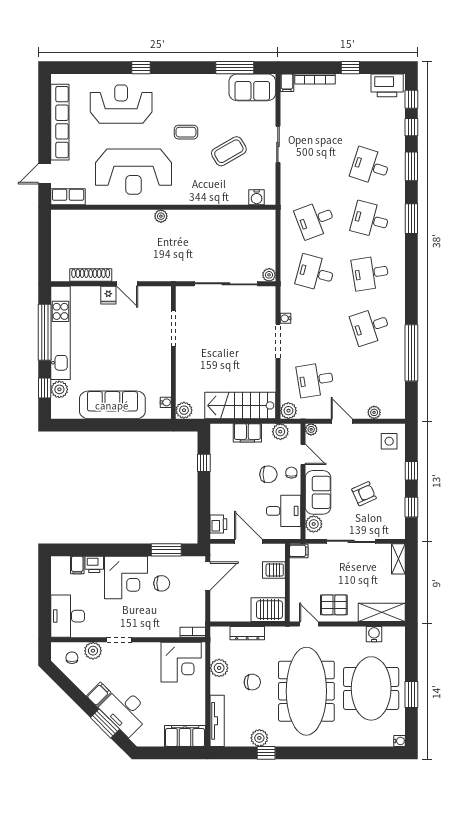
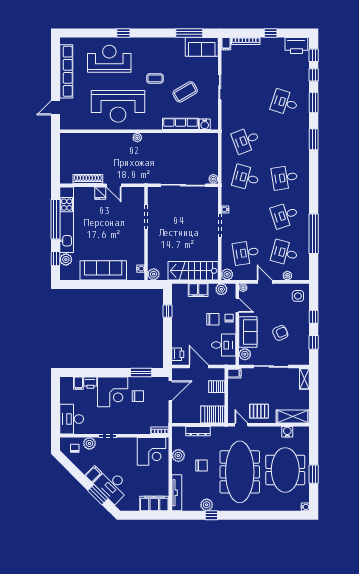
row of seats: (68, 197) -> (181, 124), moved, width x1.48
desk: (370, 220) -> (285, 253), moved

